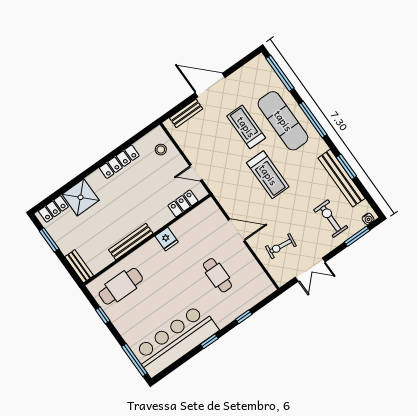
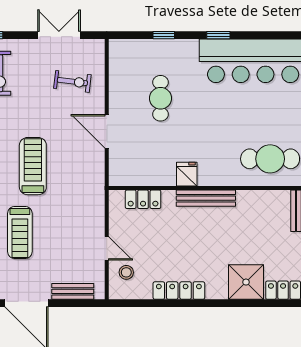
door: (196, 173) -> (107, 248), moved
bench: (131, 242) -> (206, 198), moved

